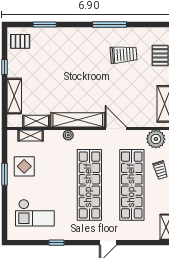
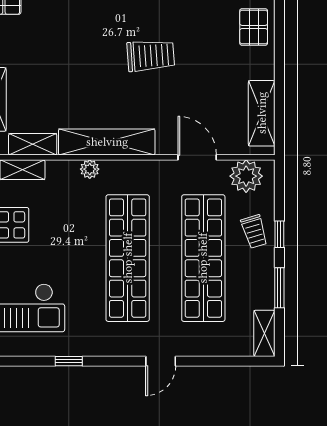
trolley: (124, 55) -> (151, 56), moved
door: (116, 129) -> (197, 157), moved

